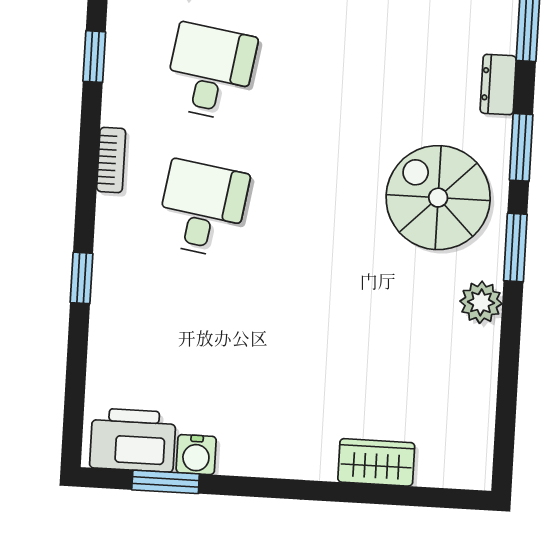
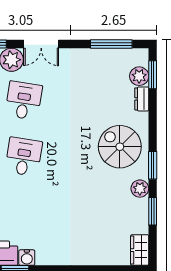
plant: (495, 29) -> (139, 76), added
window: (521, 147) -> (153, 211), moved
wardrobe: (376, 462) -> (140, 250), moved, turned -90

